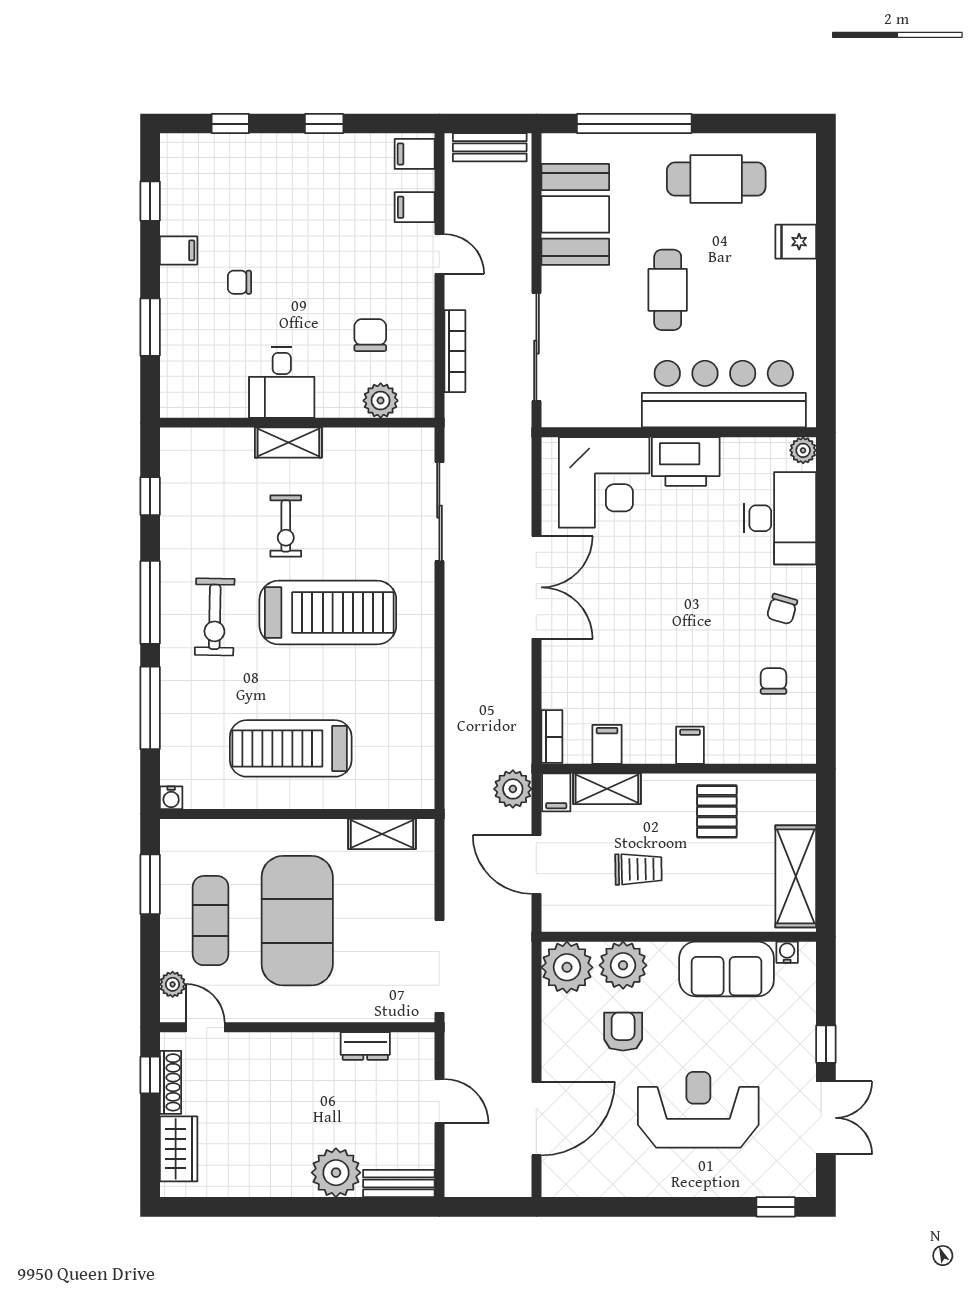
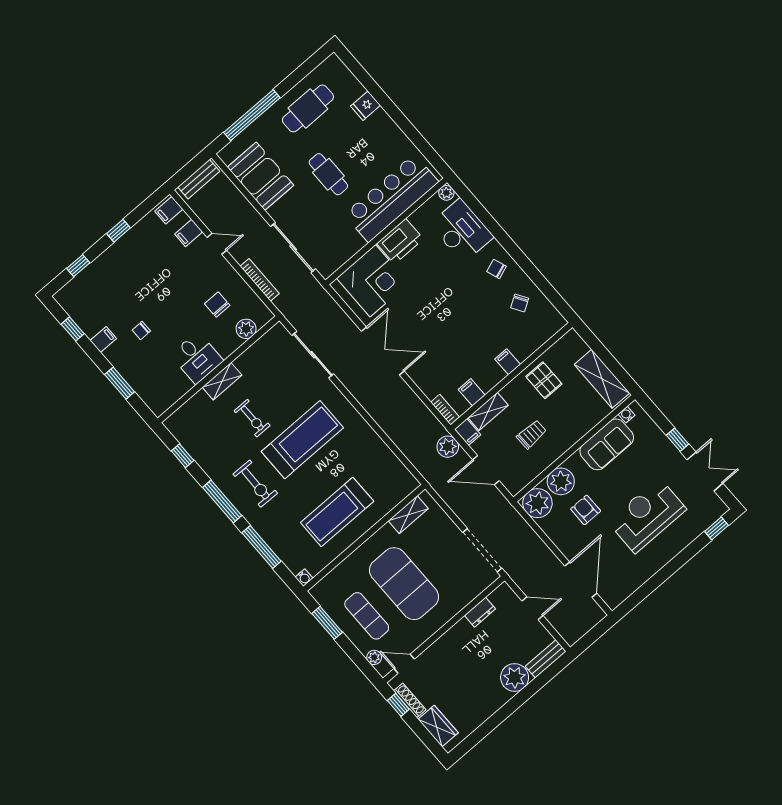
chair: (782, 609) -> (496, 269), turned 144
chair: (774, 681) -> (520, 303), turned -122

